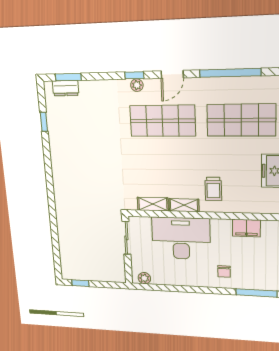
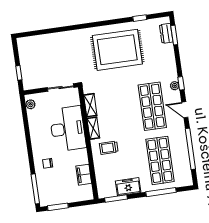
rug: (83, 158) -> (117, 50), added
window: (80, 283) -> (19, 73), moved

